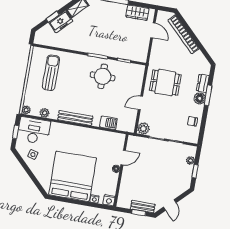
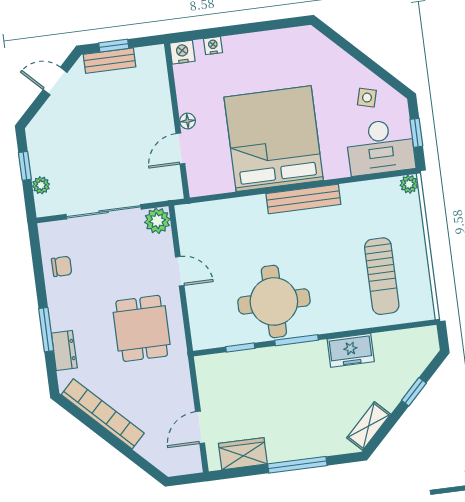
freezer: (61, 22) -> (351, 350), moved, turned -135
door: (153, 30) -> (200, 427), hinge flipped
bookcase: (184, 34) -> (103, 414), moved
round table: (103, 76) -> (274, 301), width x1.36, depth x1.36
dining table: (165, 83) -> (142, 328), turned 90
floor lamp: (200, 98) -> (61, 318), removed
door: (140, 103) -> (180, 271), hinge flipped
plant: (45, 113) -> (370, 190), removed
barbecue: (108, 123) -> (232, 210), removed
bed: (73, 176) -> (274, 139), moved, turned 180
door: (170, 205) -> (55, 81), hinge flipped

